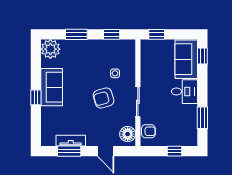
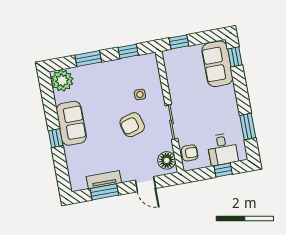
desk: (184, 92) -> (222, 149), moved, turned 90

